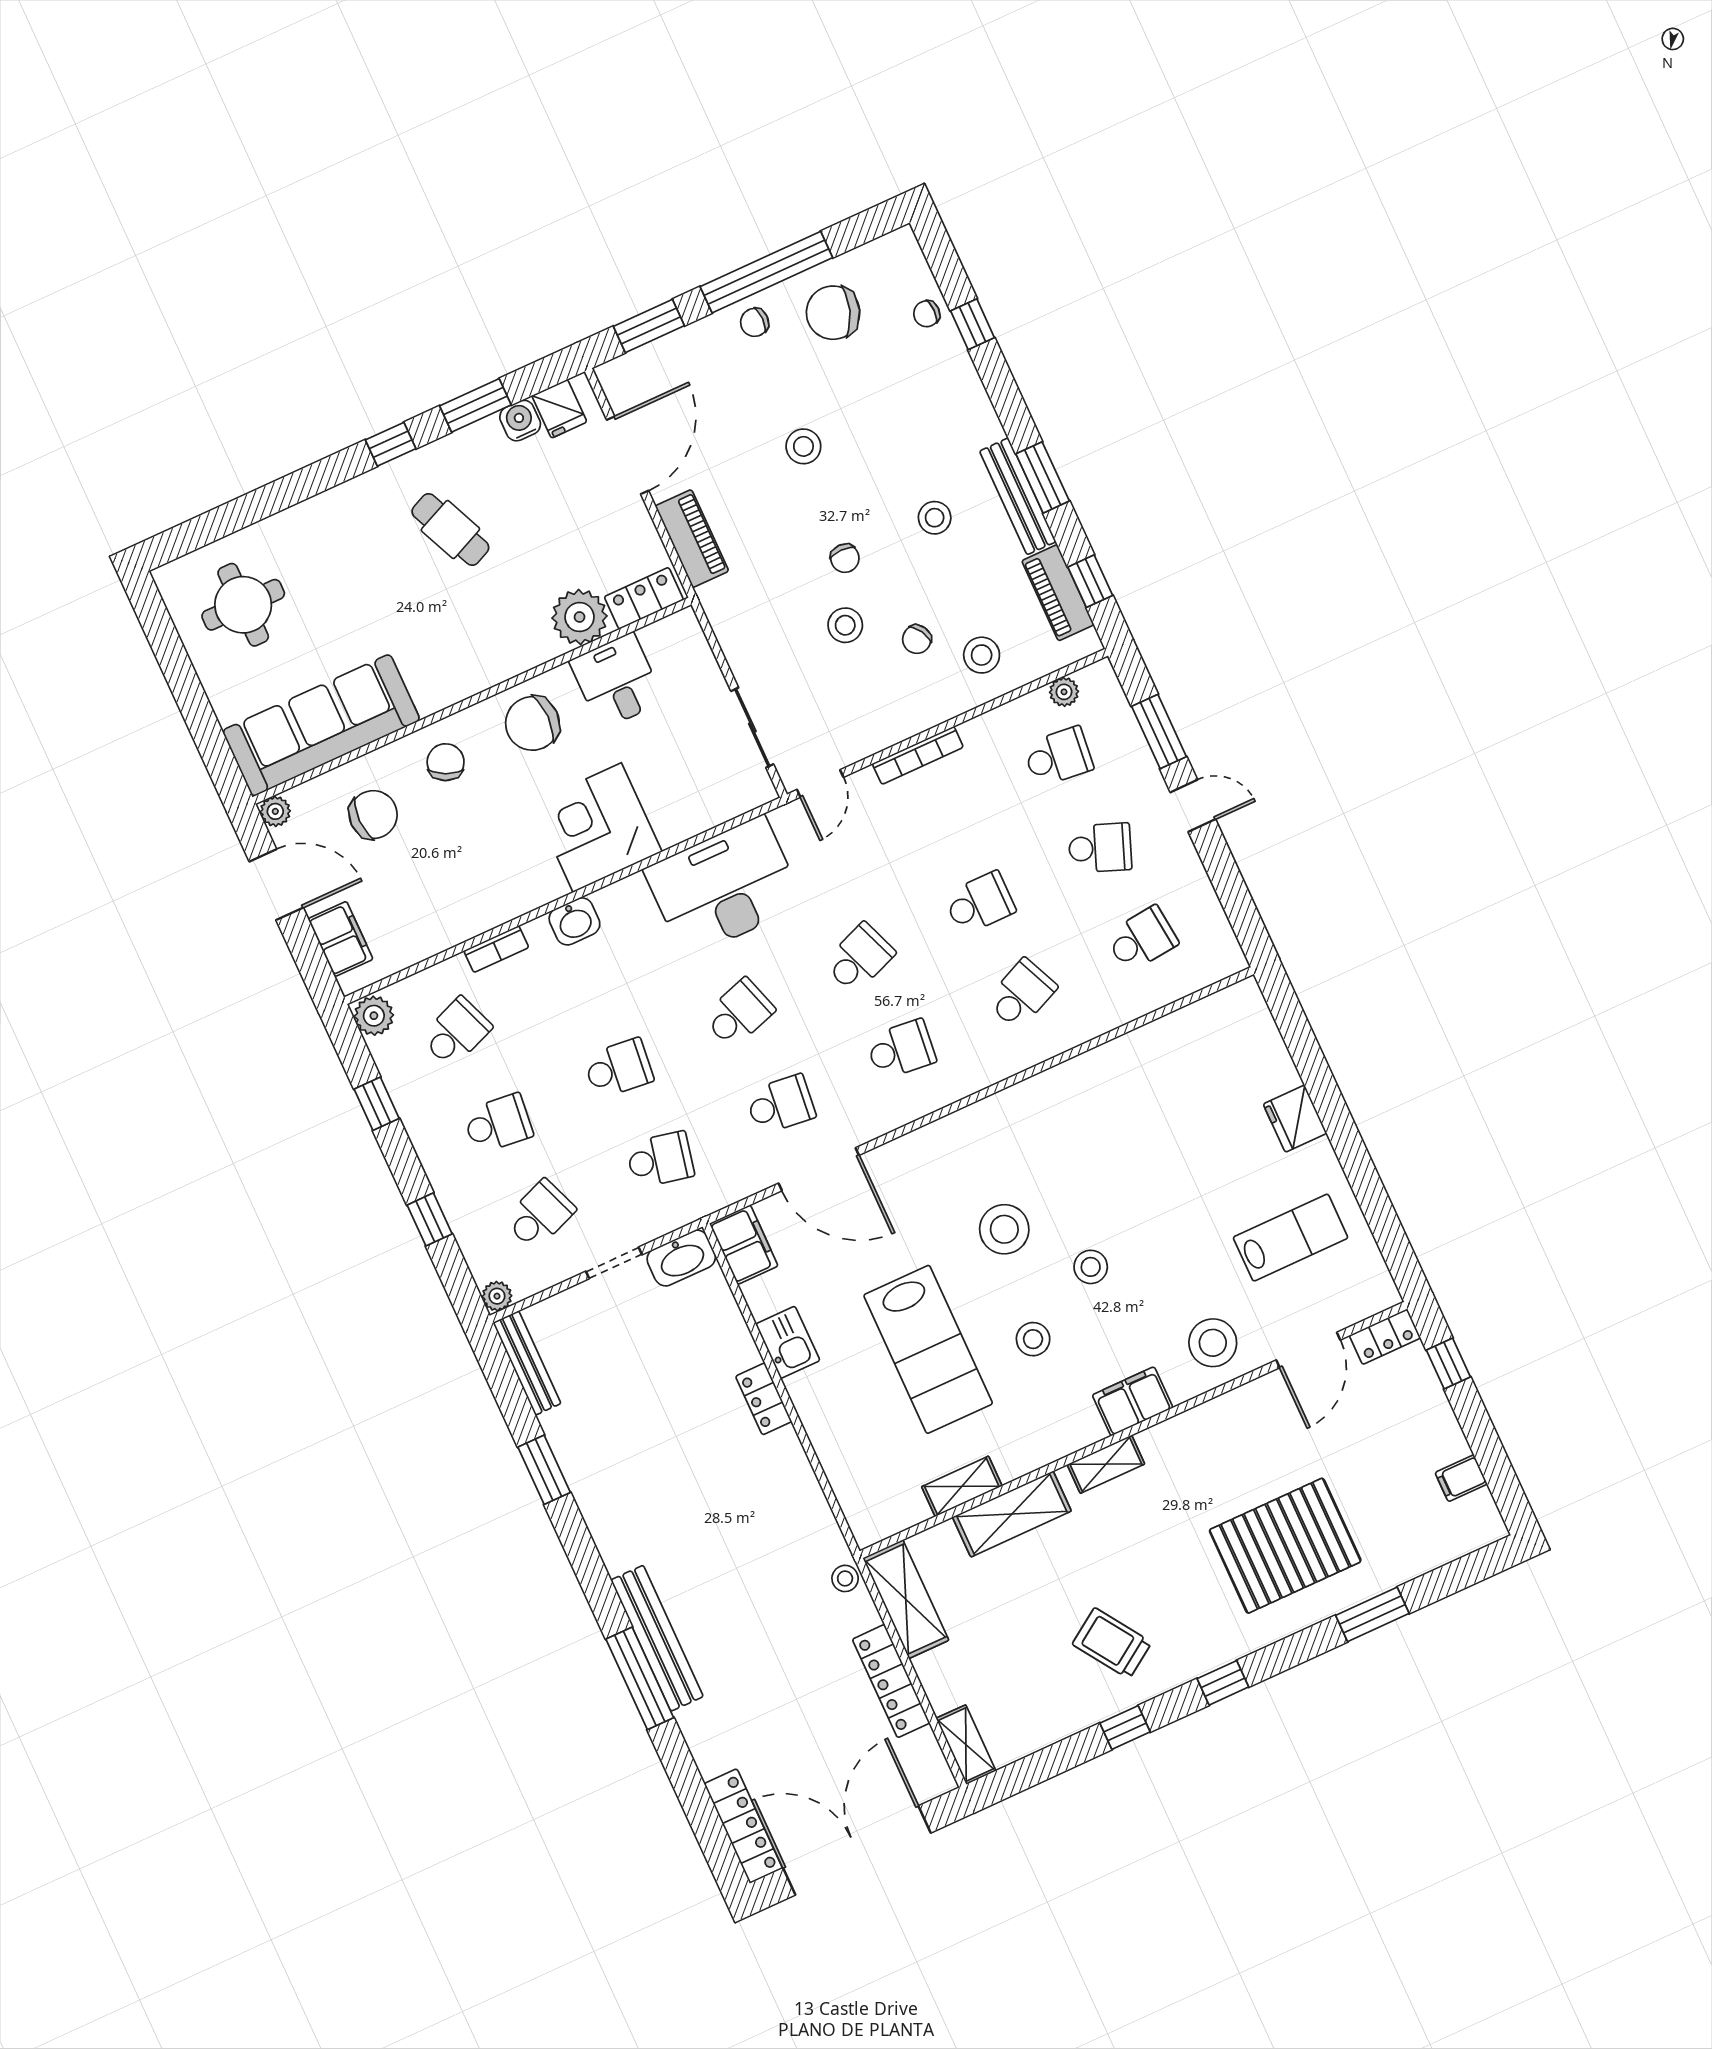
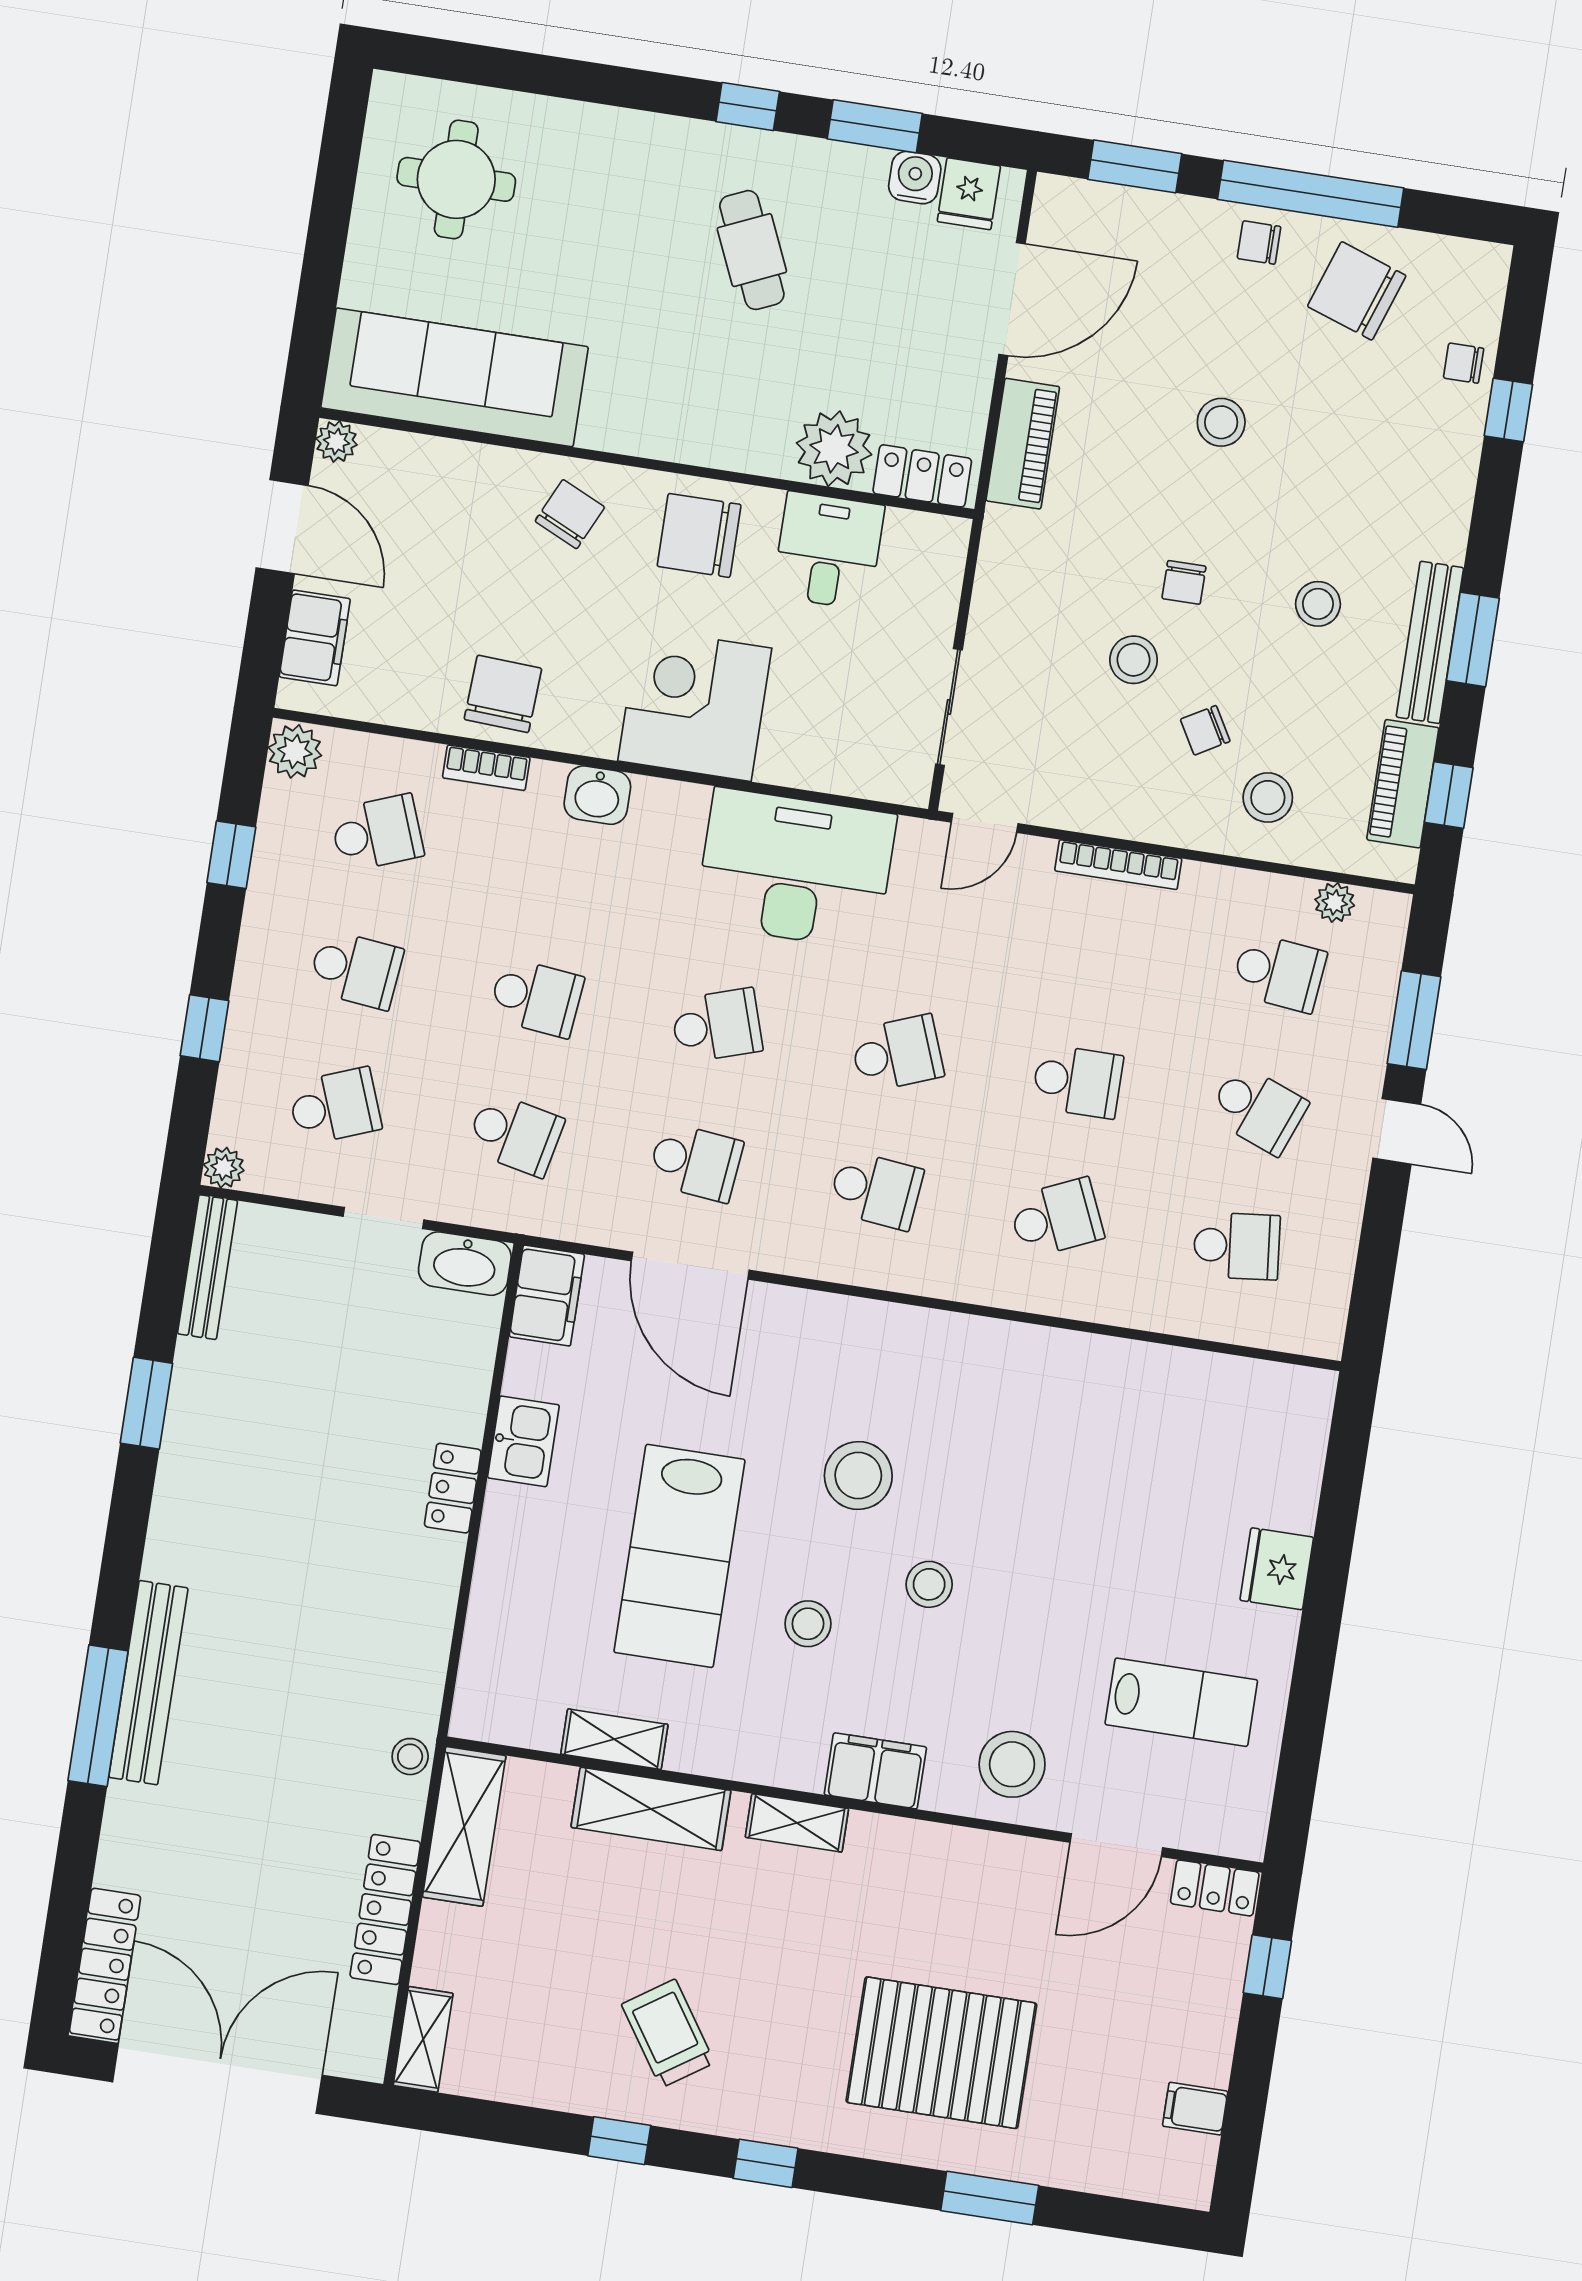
chair: (373, 815) -> (503, 694), moved, turned -87

